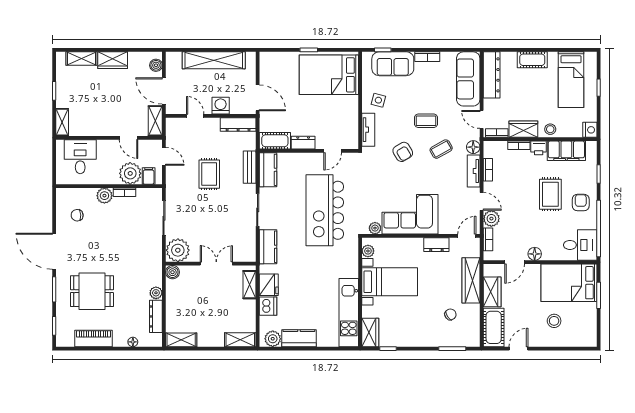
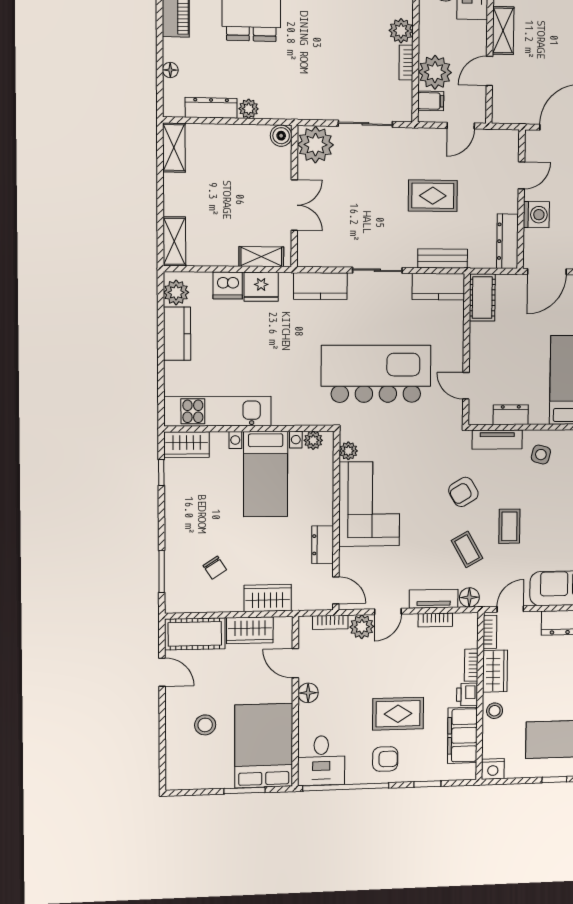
shelving: (155, 121) -> (503, 30), moved, turned 90
dresser: (303, 143) -> (511, 415), moved, turned -90
wardrobe: (471, 280) -> (268, 598), width x0.67

